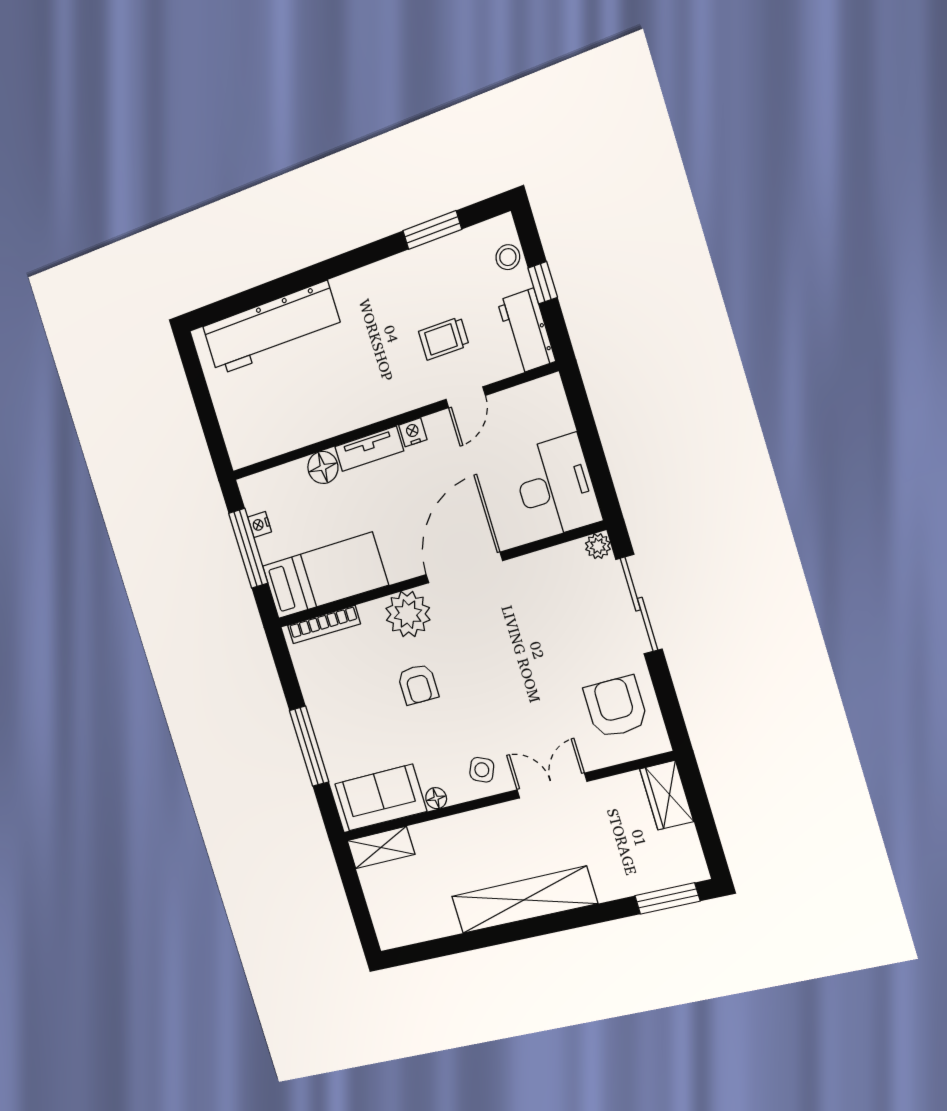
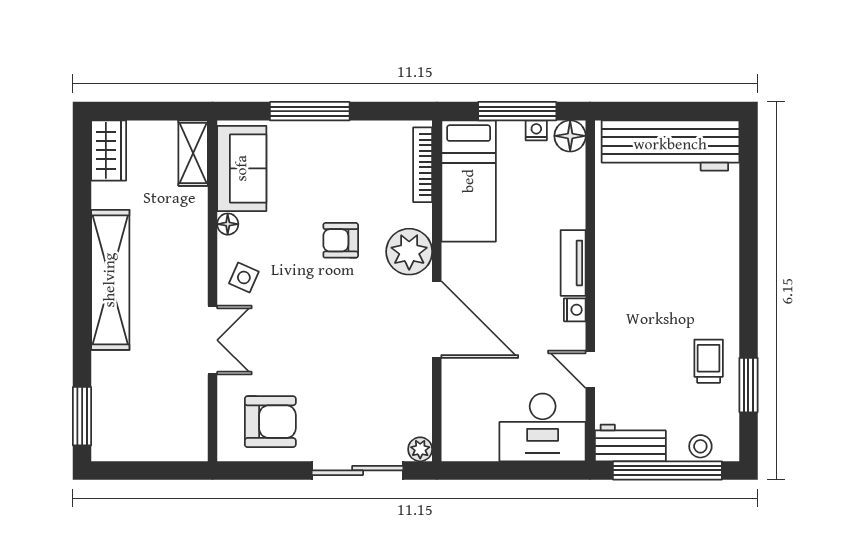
window: (543, 283) -> (667, 470), width x3.17
workbench: (272, 328) -> (670, 145), moved, turned -90
trolley: (444, 338) -> (709, 361), moved
floor lamp: (323, 467) -> (570, 136), moved
desk: (556, 487) -> (543, 427), moved
wardrobe: (667, 795) -> (109, 150), moved, turned 90

